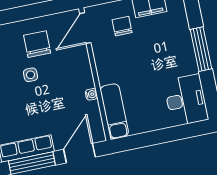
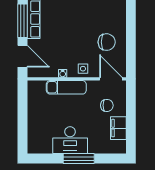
side table: (30, 75) -> (83, 69), moved
desk: (186, 100) -> (70, 140), moved
exam couch: (114, 111) -> (66, 87), moved

